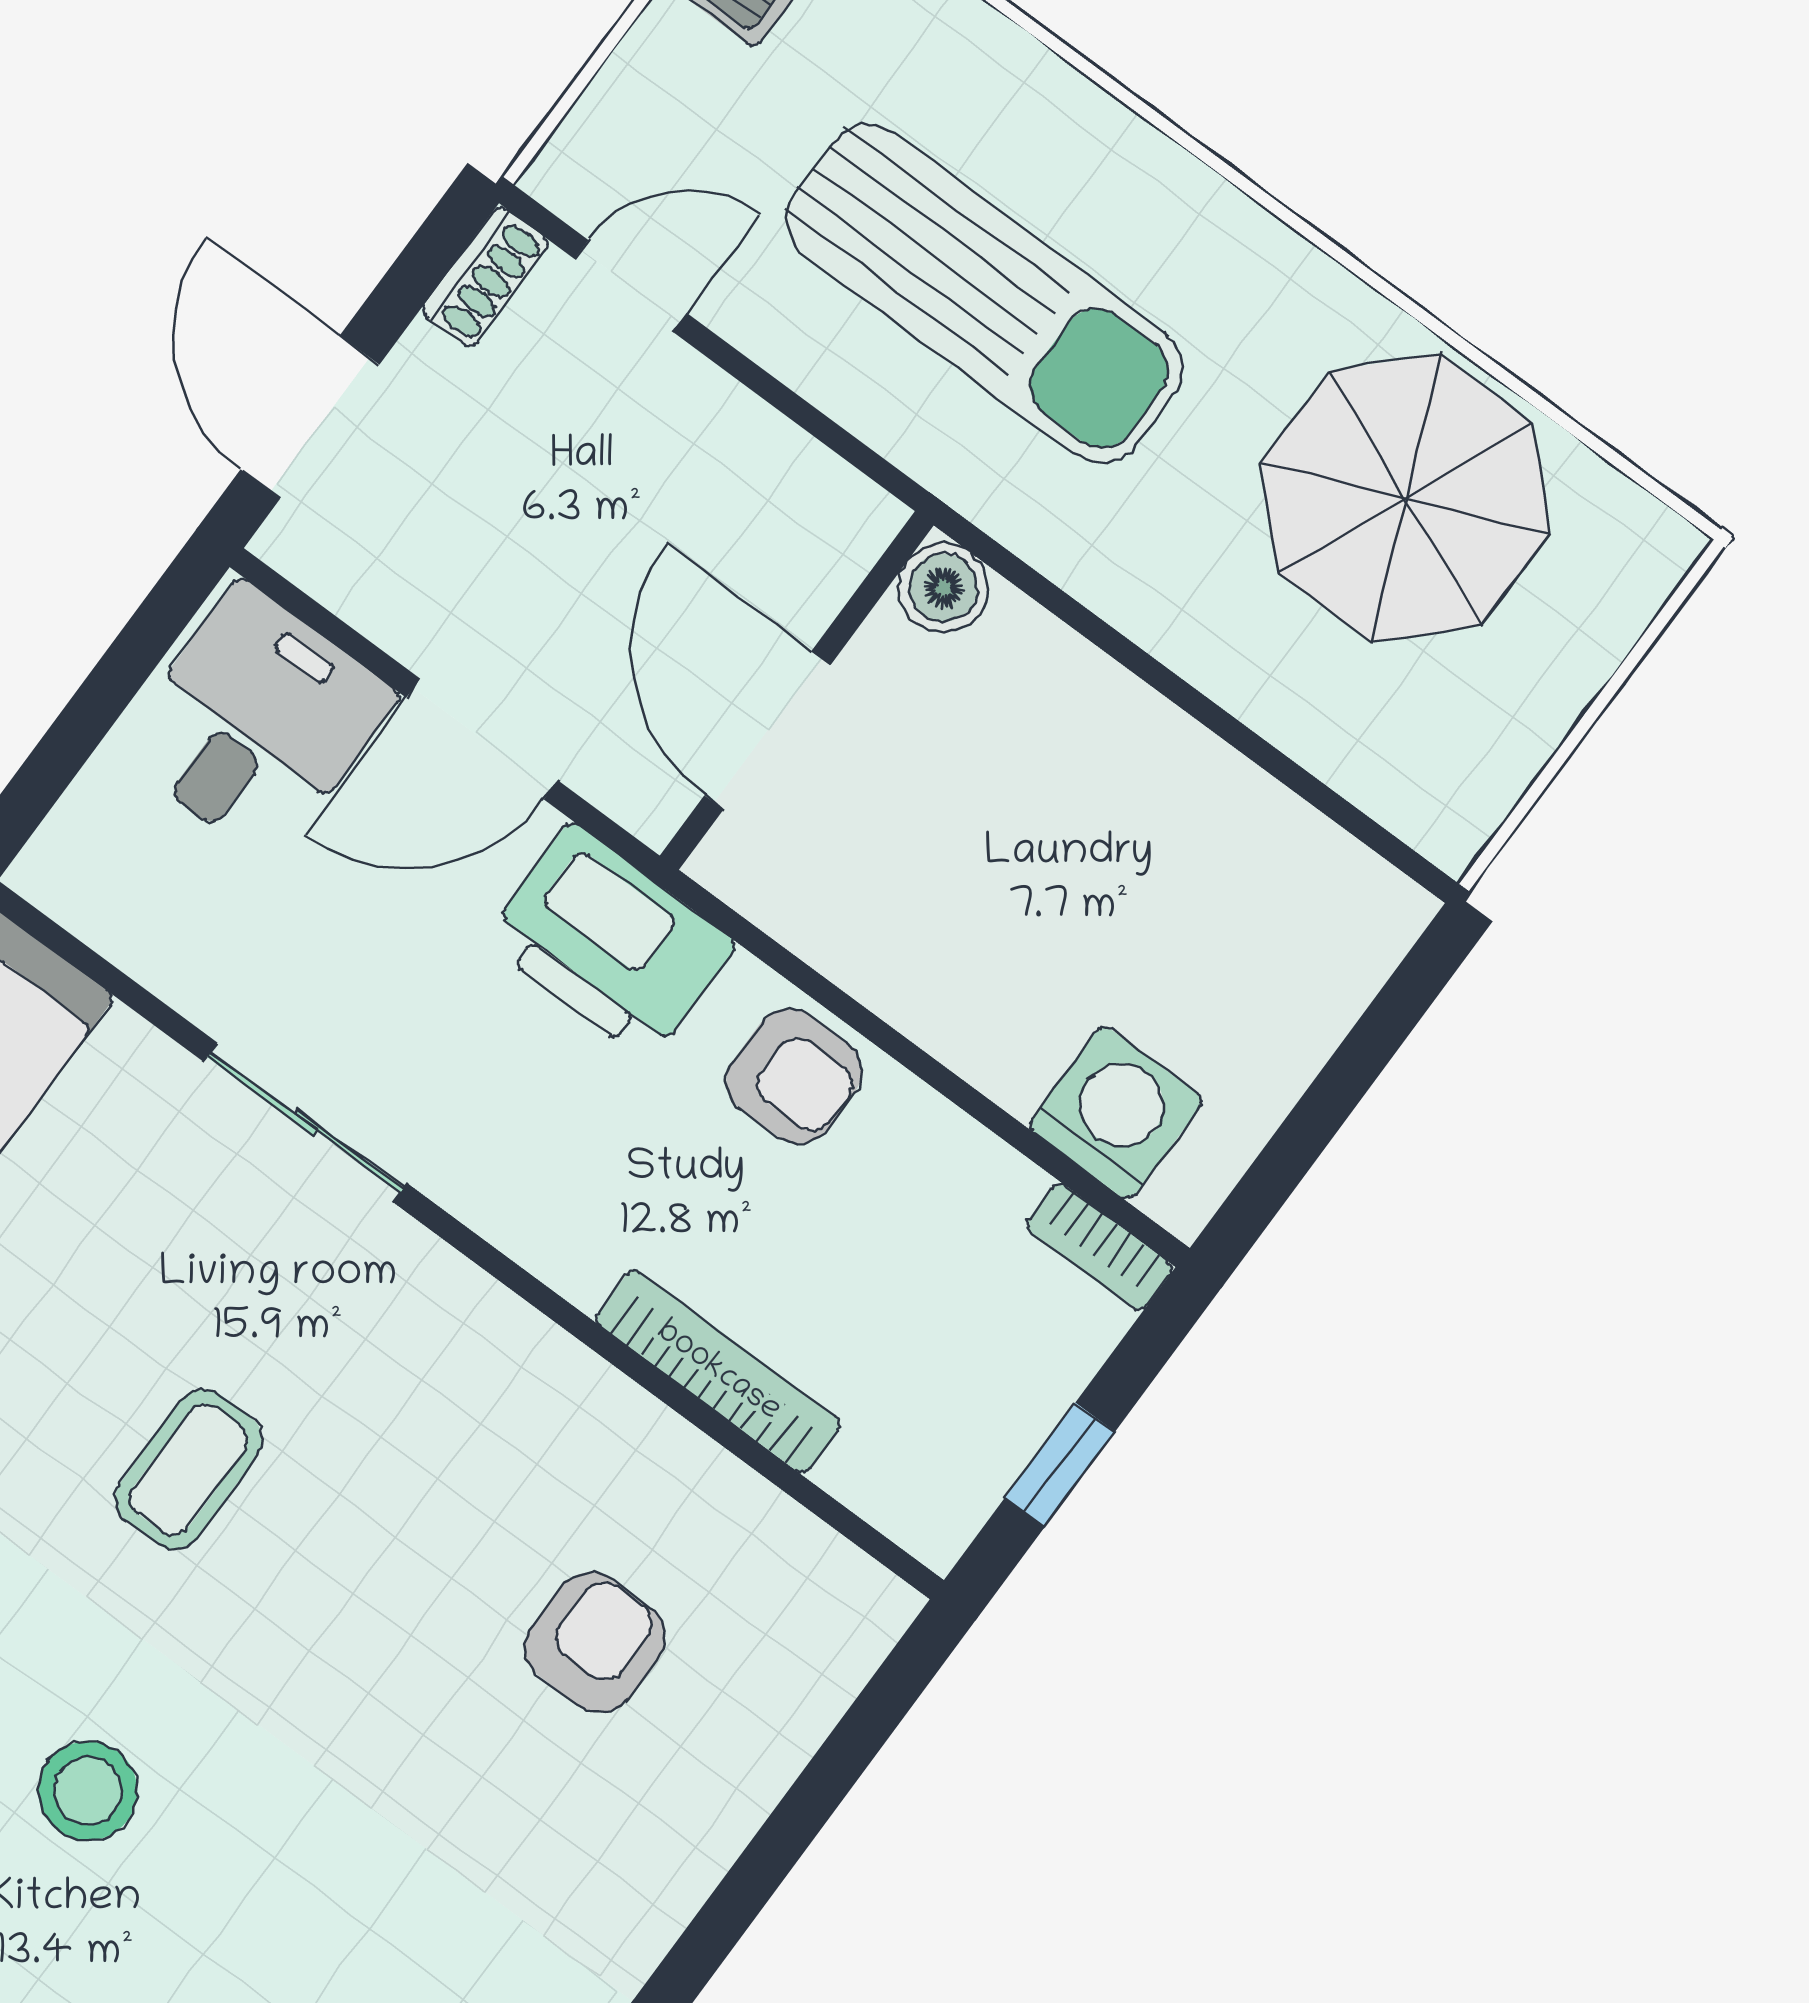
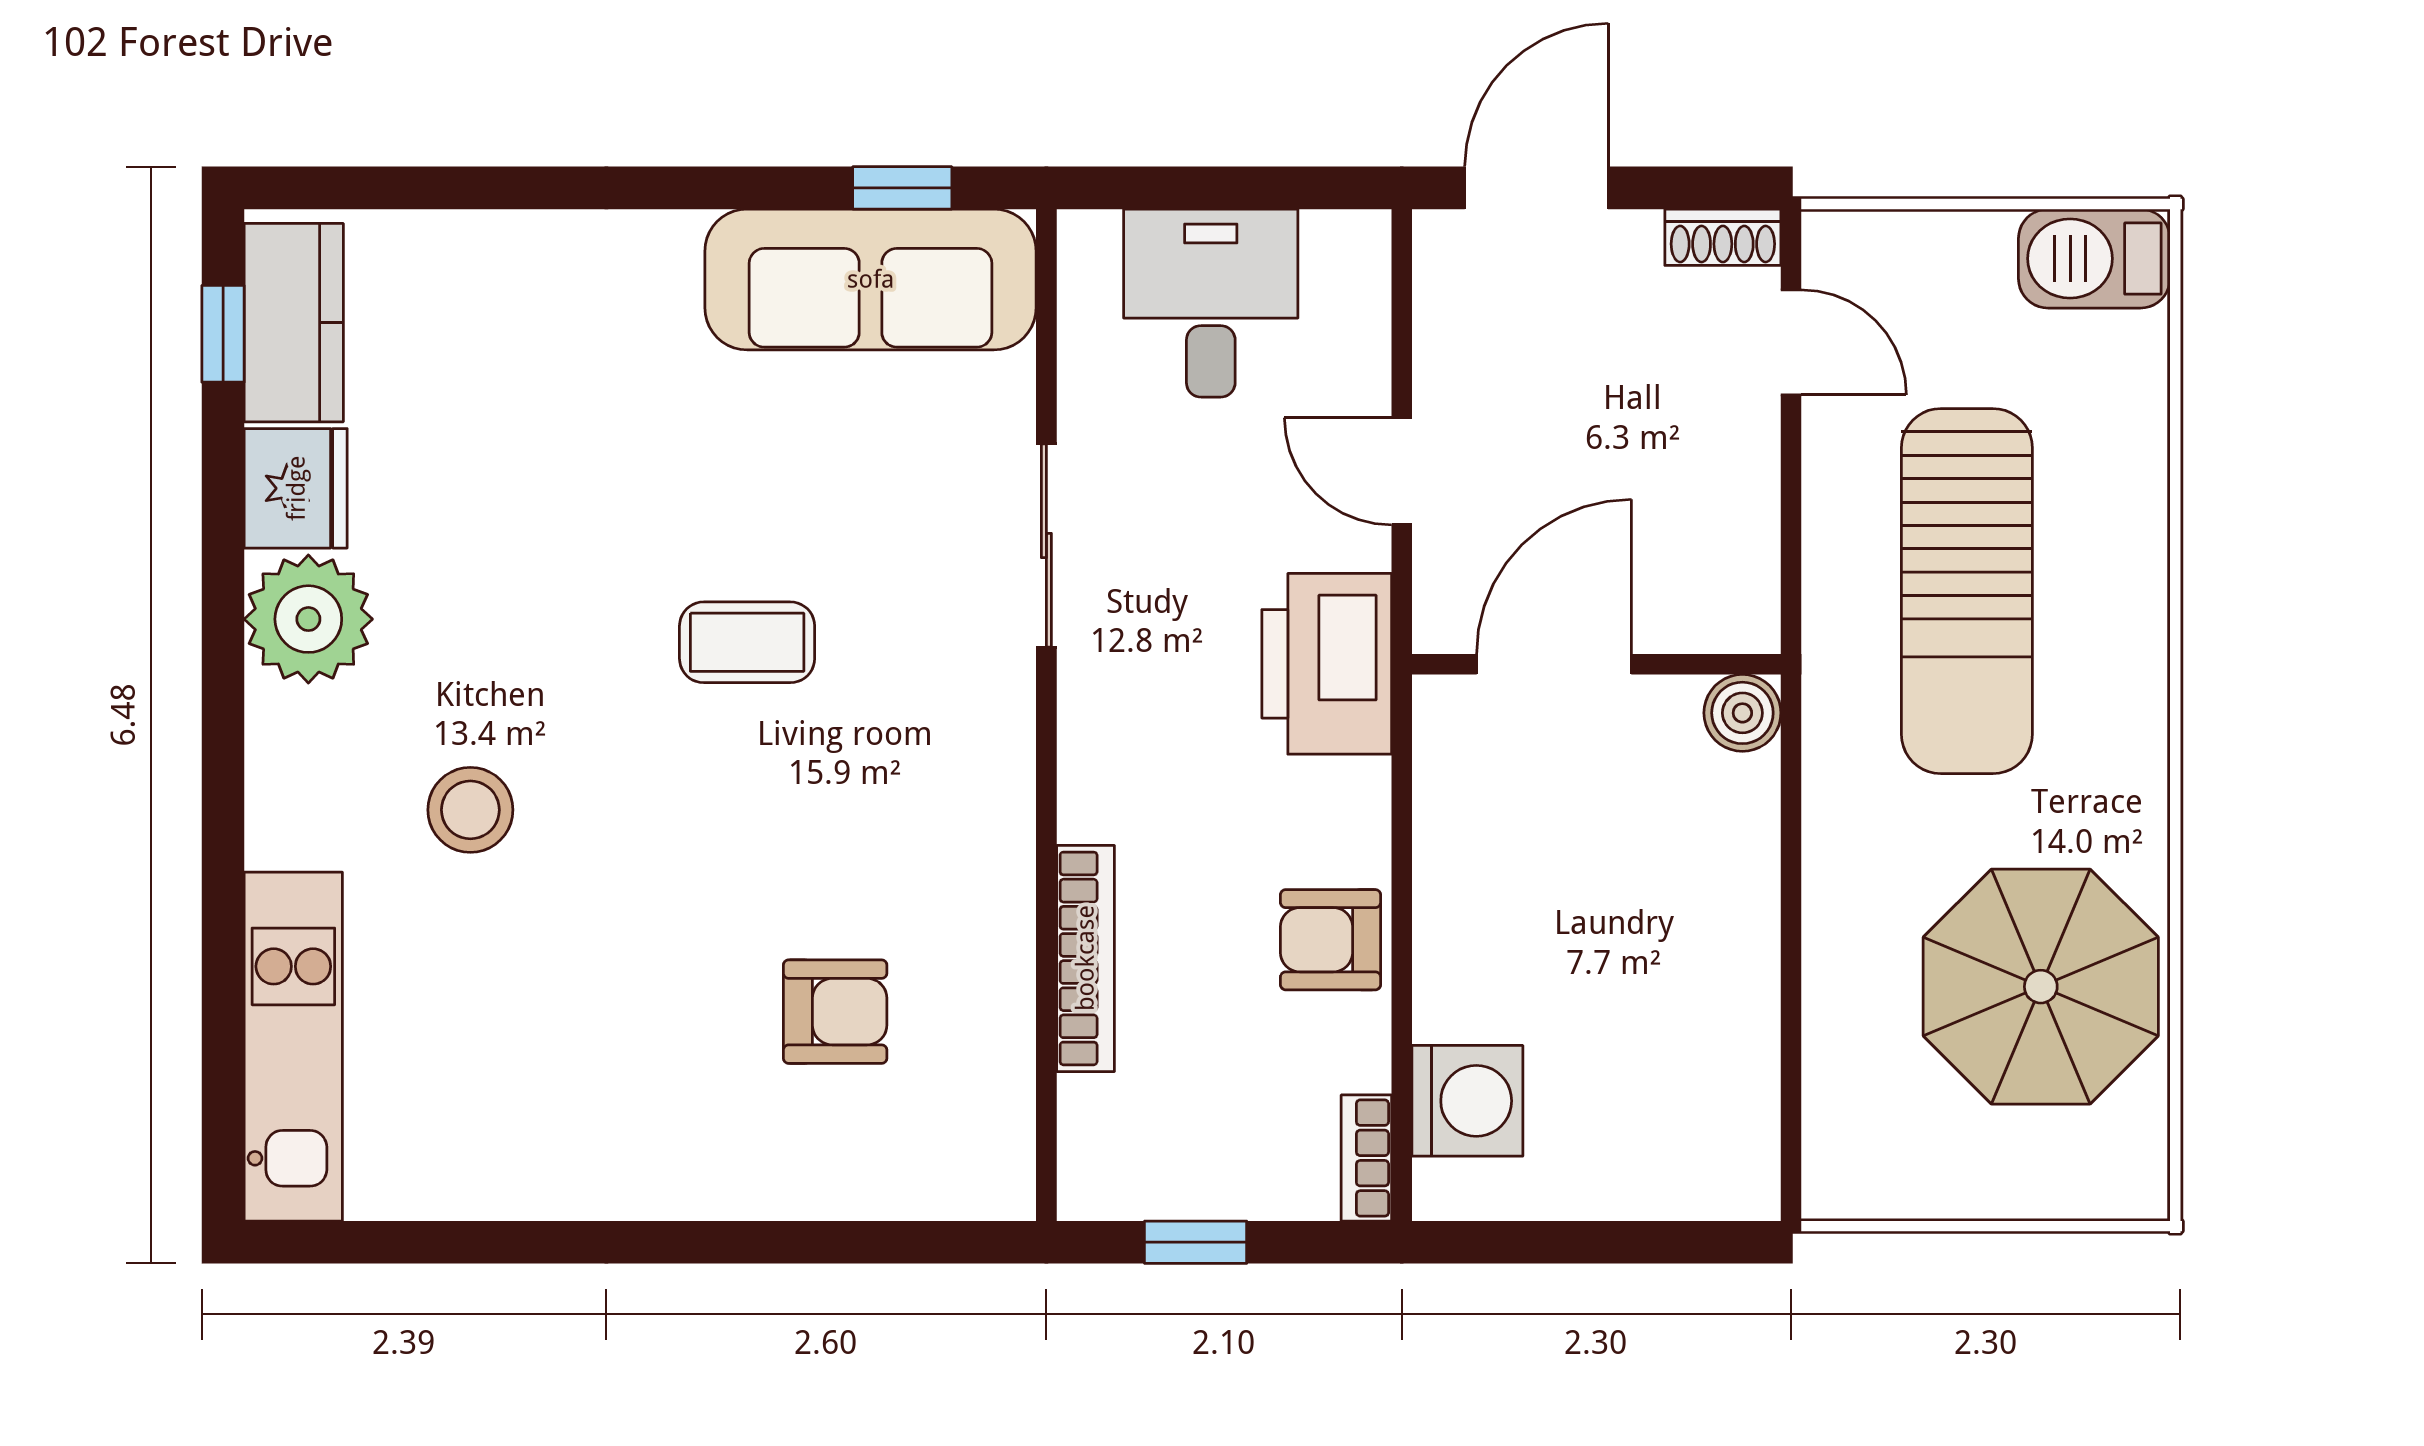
desk: (256, 723) -> (1211, 303), moved, turned -90
door: (482, 739) -> (1402, 471), width x0.73
armchair: (794, 1076) -> (1331, 940), moved, turned 90
stool: (88, 1791) -> (470, 810), moved

